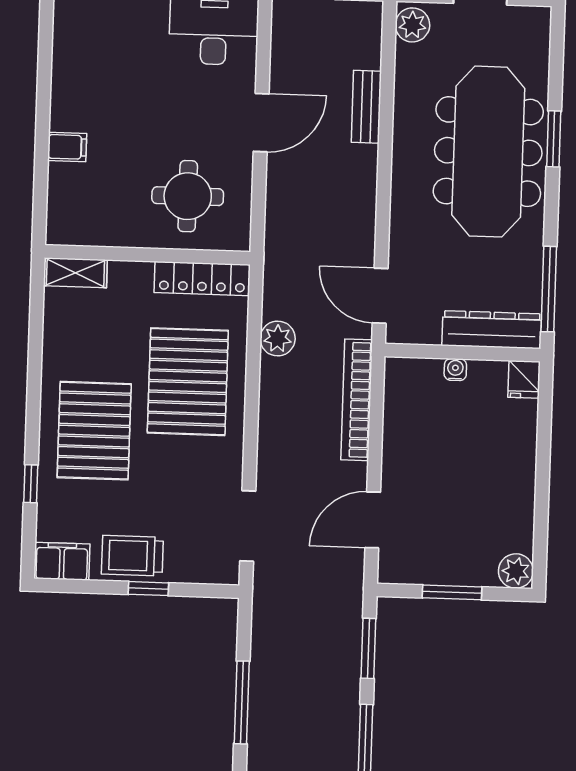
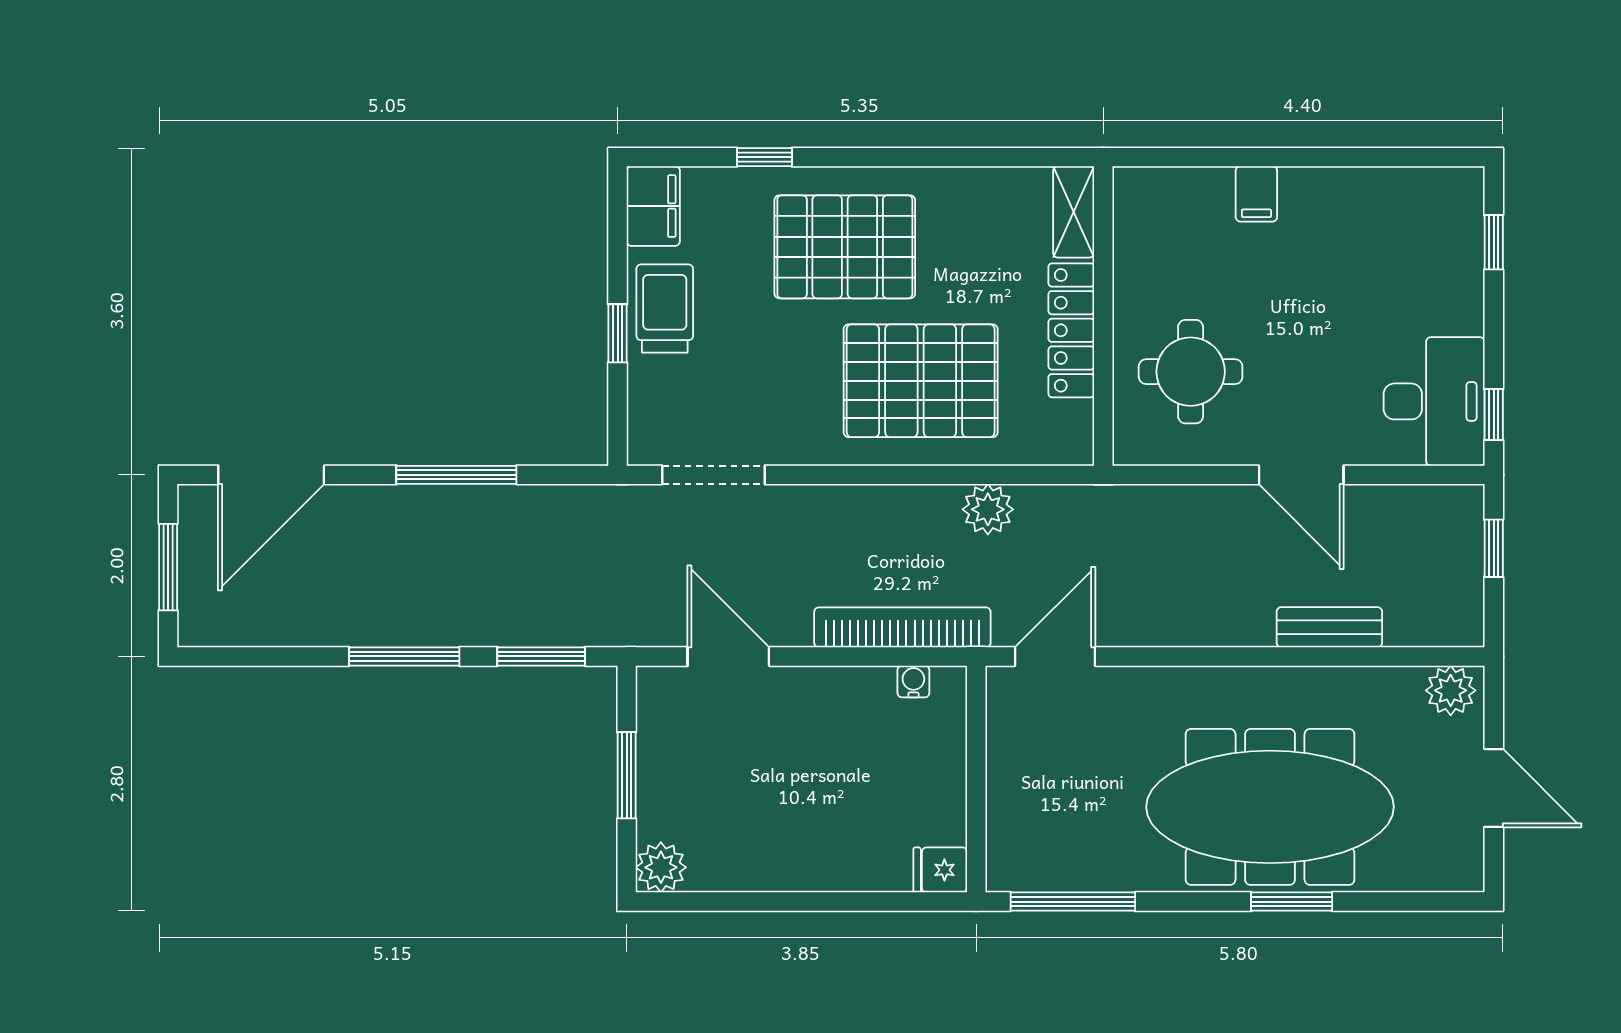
locker: (202, 279) -> (1071, 330), moved
dresser: (492, 330) -> (1011, 821), removed
water cooler: (455, 370) -> (913, 681), moved, turned -90

